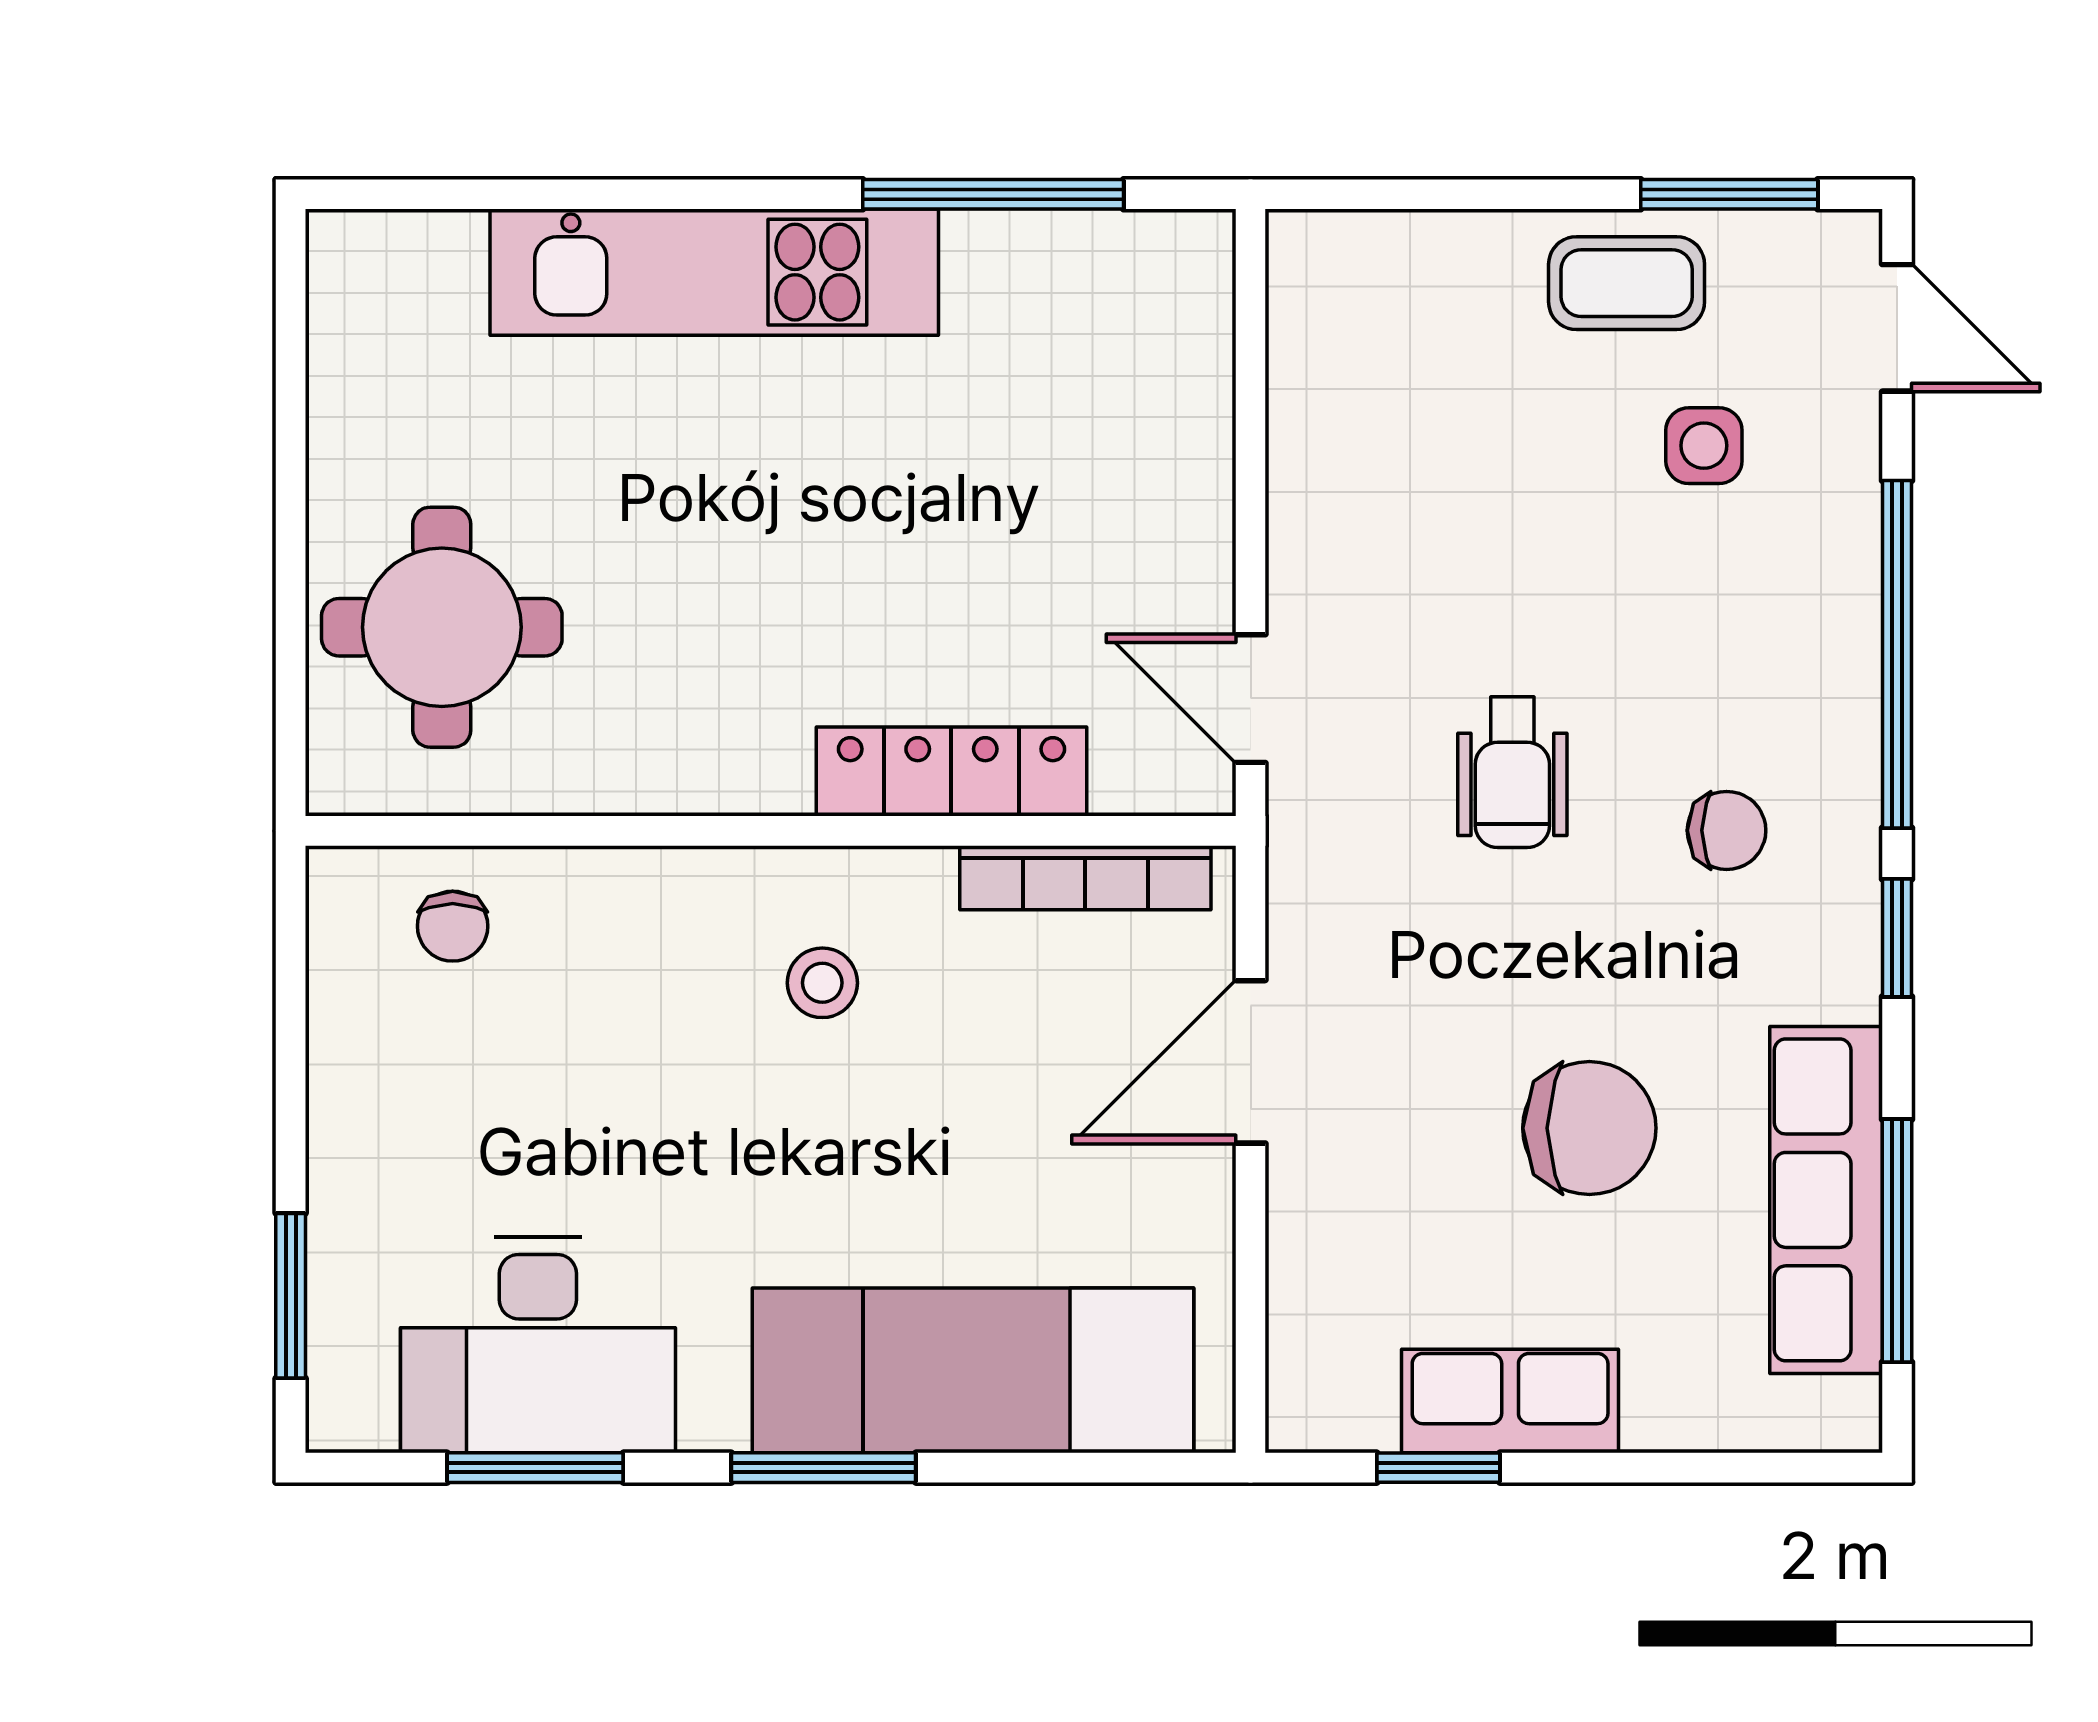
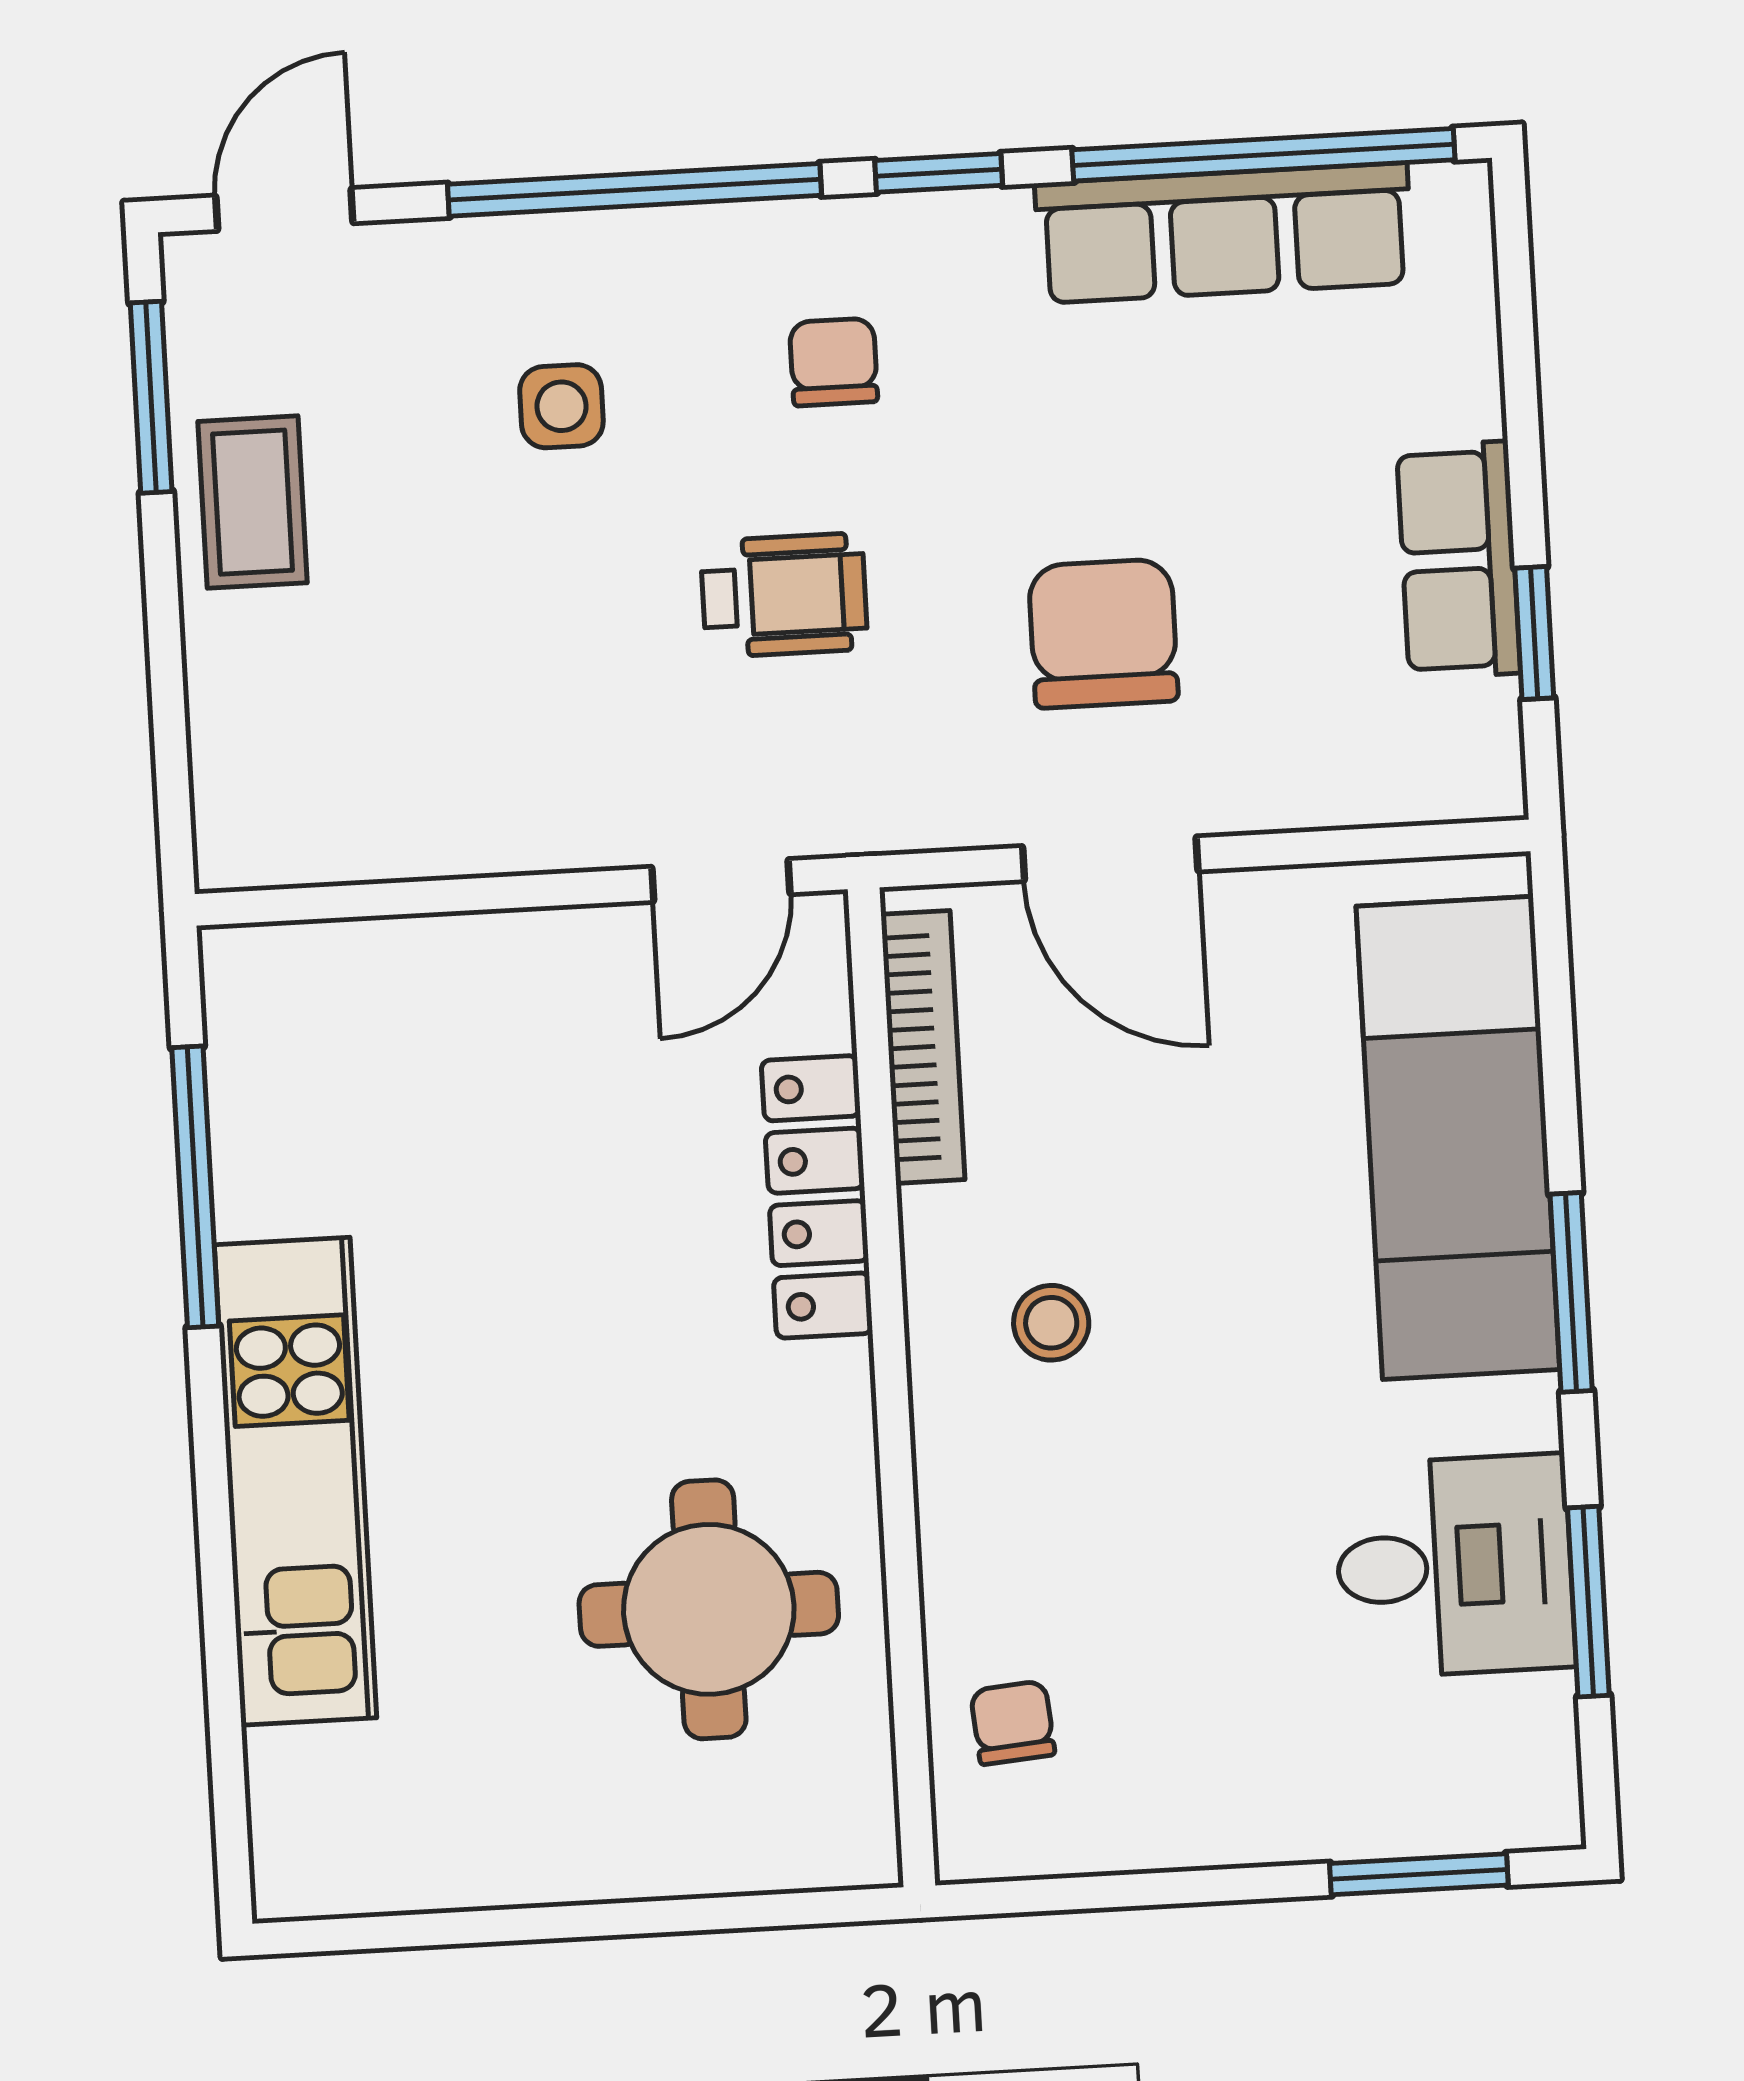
side table: (1704, 446) -> (561, 406), moved
round table: (442, 627) -> (709, 1609), moved
chair: (453, 926) -> (1013, 1723), turned -95
chair: (1589, 1128) -> (1103, 633), moved
window: (1897, 1241) -> (1263, 155), width x1.46
desk: (538, 1345) -> (1454, 1566), width x0.73

